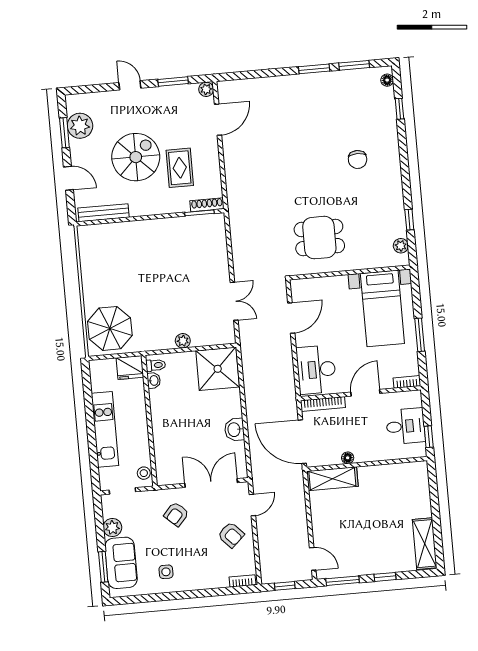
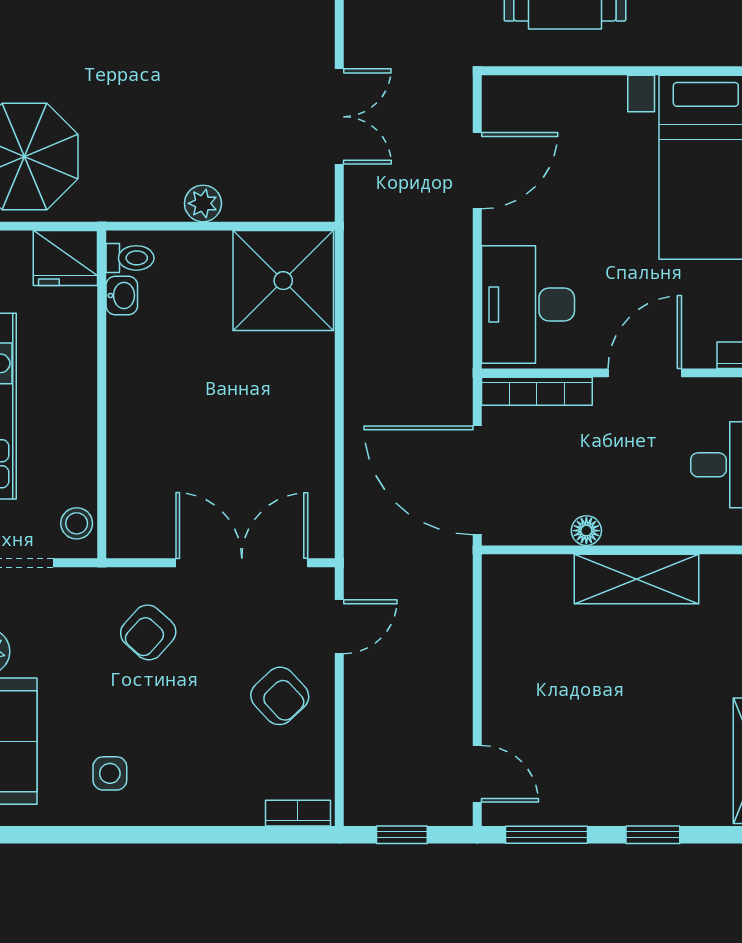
washbasin: (234, 430) -> (312, 435), removed
shelving: (332, 479) -> (636, 579), moved

